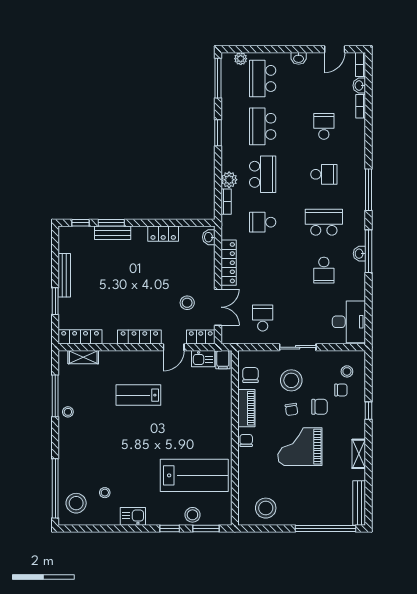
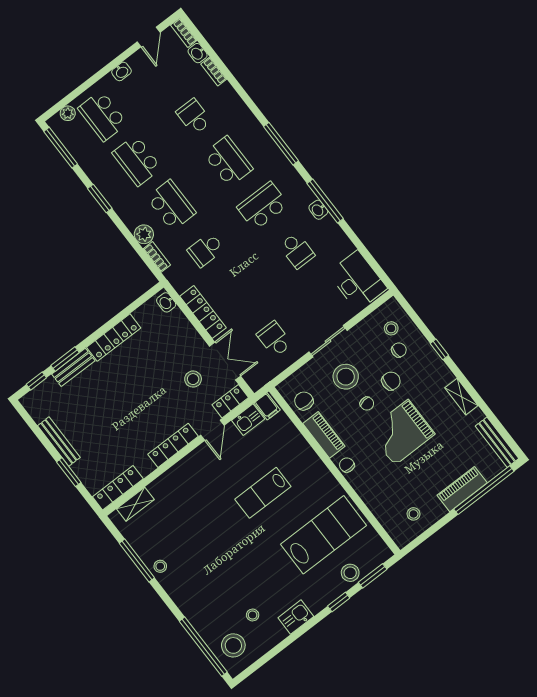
school desk: (324, 174) -> (228, 161), width x1.85
locker: (163, 234) -> (114, 338), width x1.53
lab bench: (138, 395) -> (263, 493), moved
stool: (266, 508) -> (414, 514), width x0.53, depth x0.53
piano: (311, 516) -> (462, 489), added

